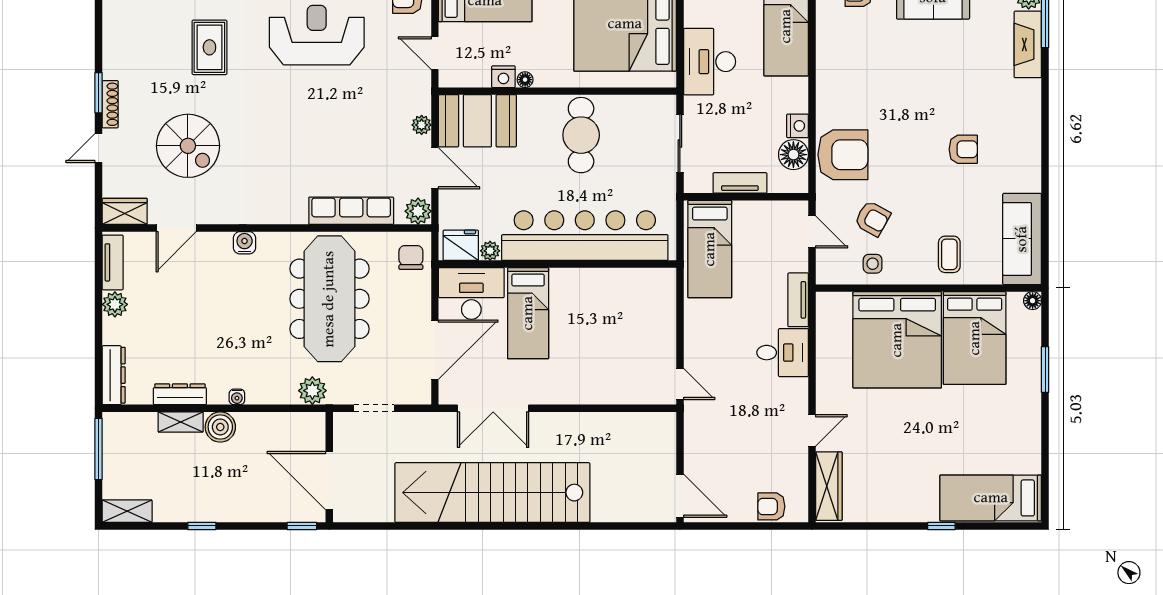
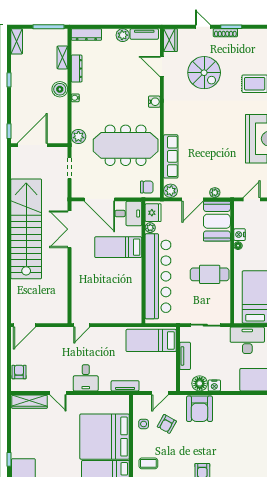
spiral stairs: (188, 146) -> (204, 73), turned -90
desk: (471, 294) -> (128, 214), width x0.73
desk: (783, 353) -> (86, 378), moved
shelving: (181, 422) -> (62, 57), moved

